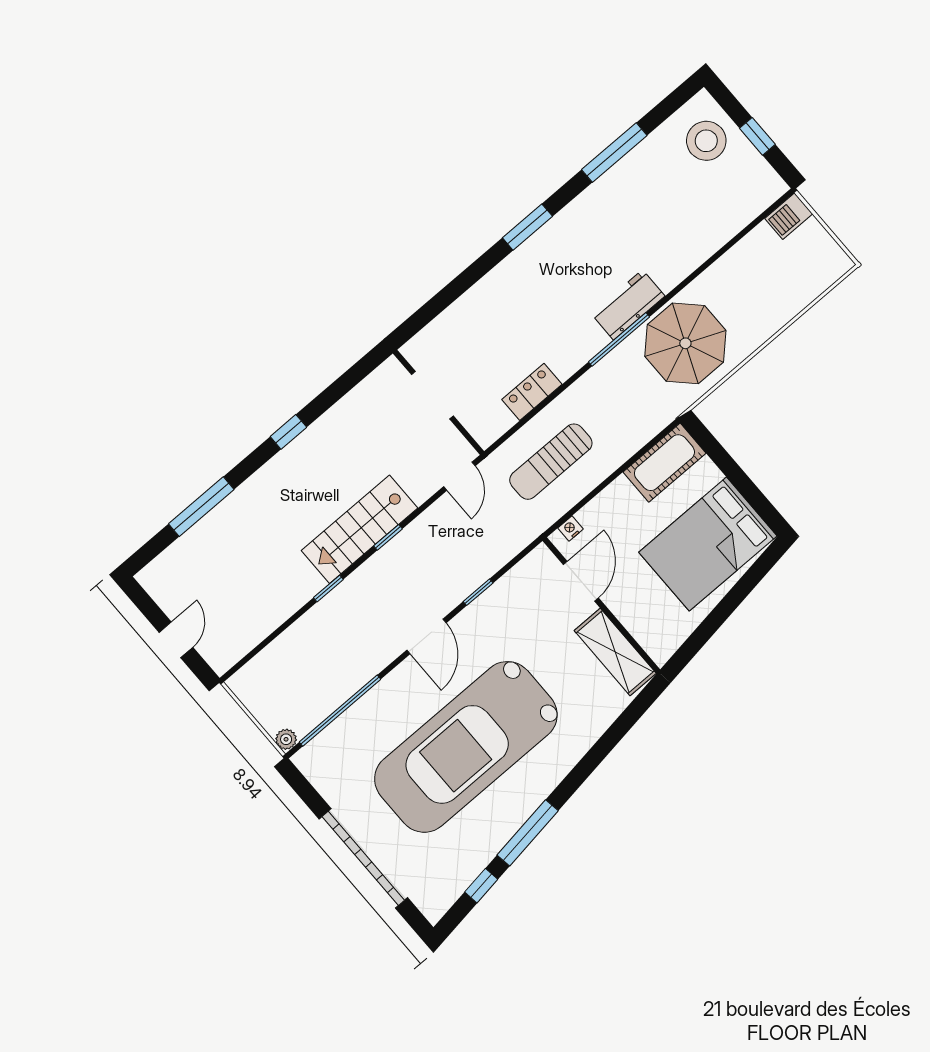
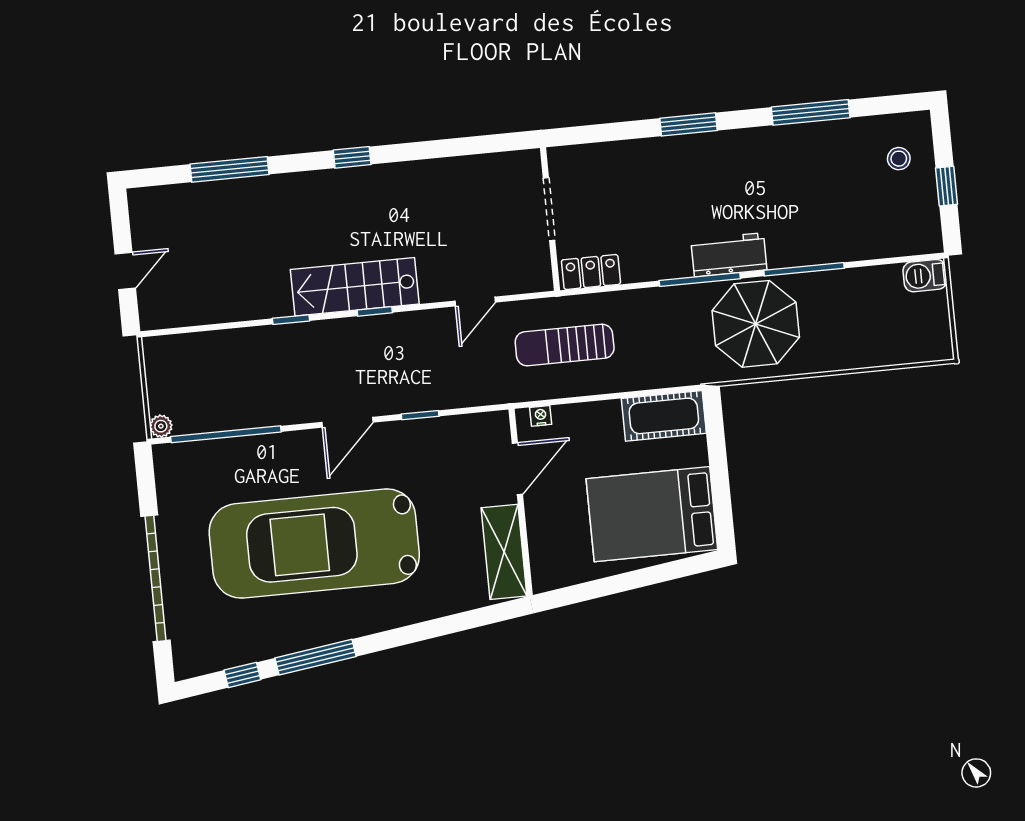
stool: (706, 141) -> (899, 159), width x0.53, depth x0.53
window: (693, 276) -> (804, 269), added
doorway: (432, 395) -> (549, 209), moved
wall: (439, 402) -> (550, 219), moved

